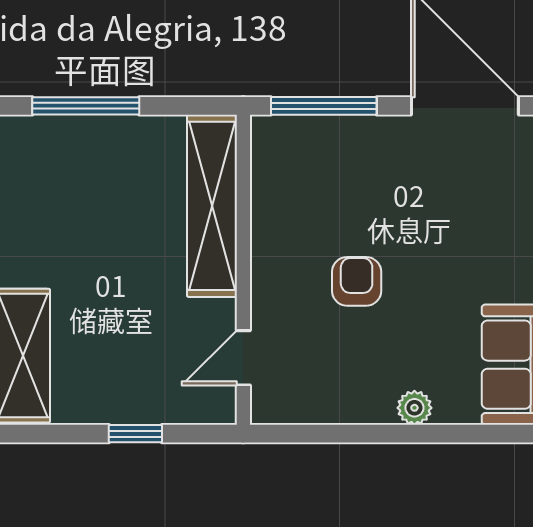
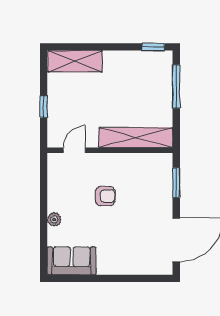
window: (324, 106) -> (176, 183), width x0.69
door: (243, 358) -> (74, 150), hinge flipped

